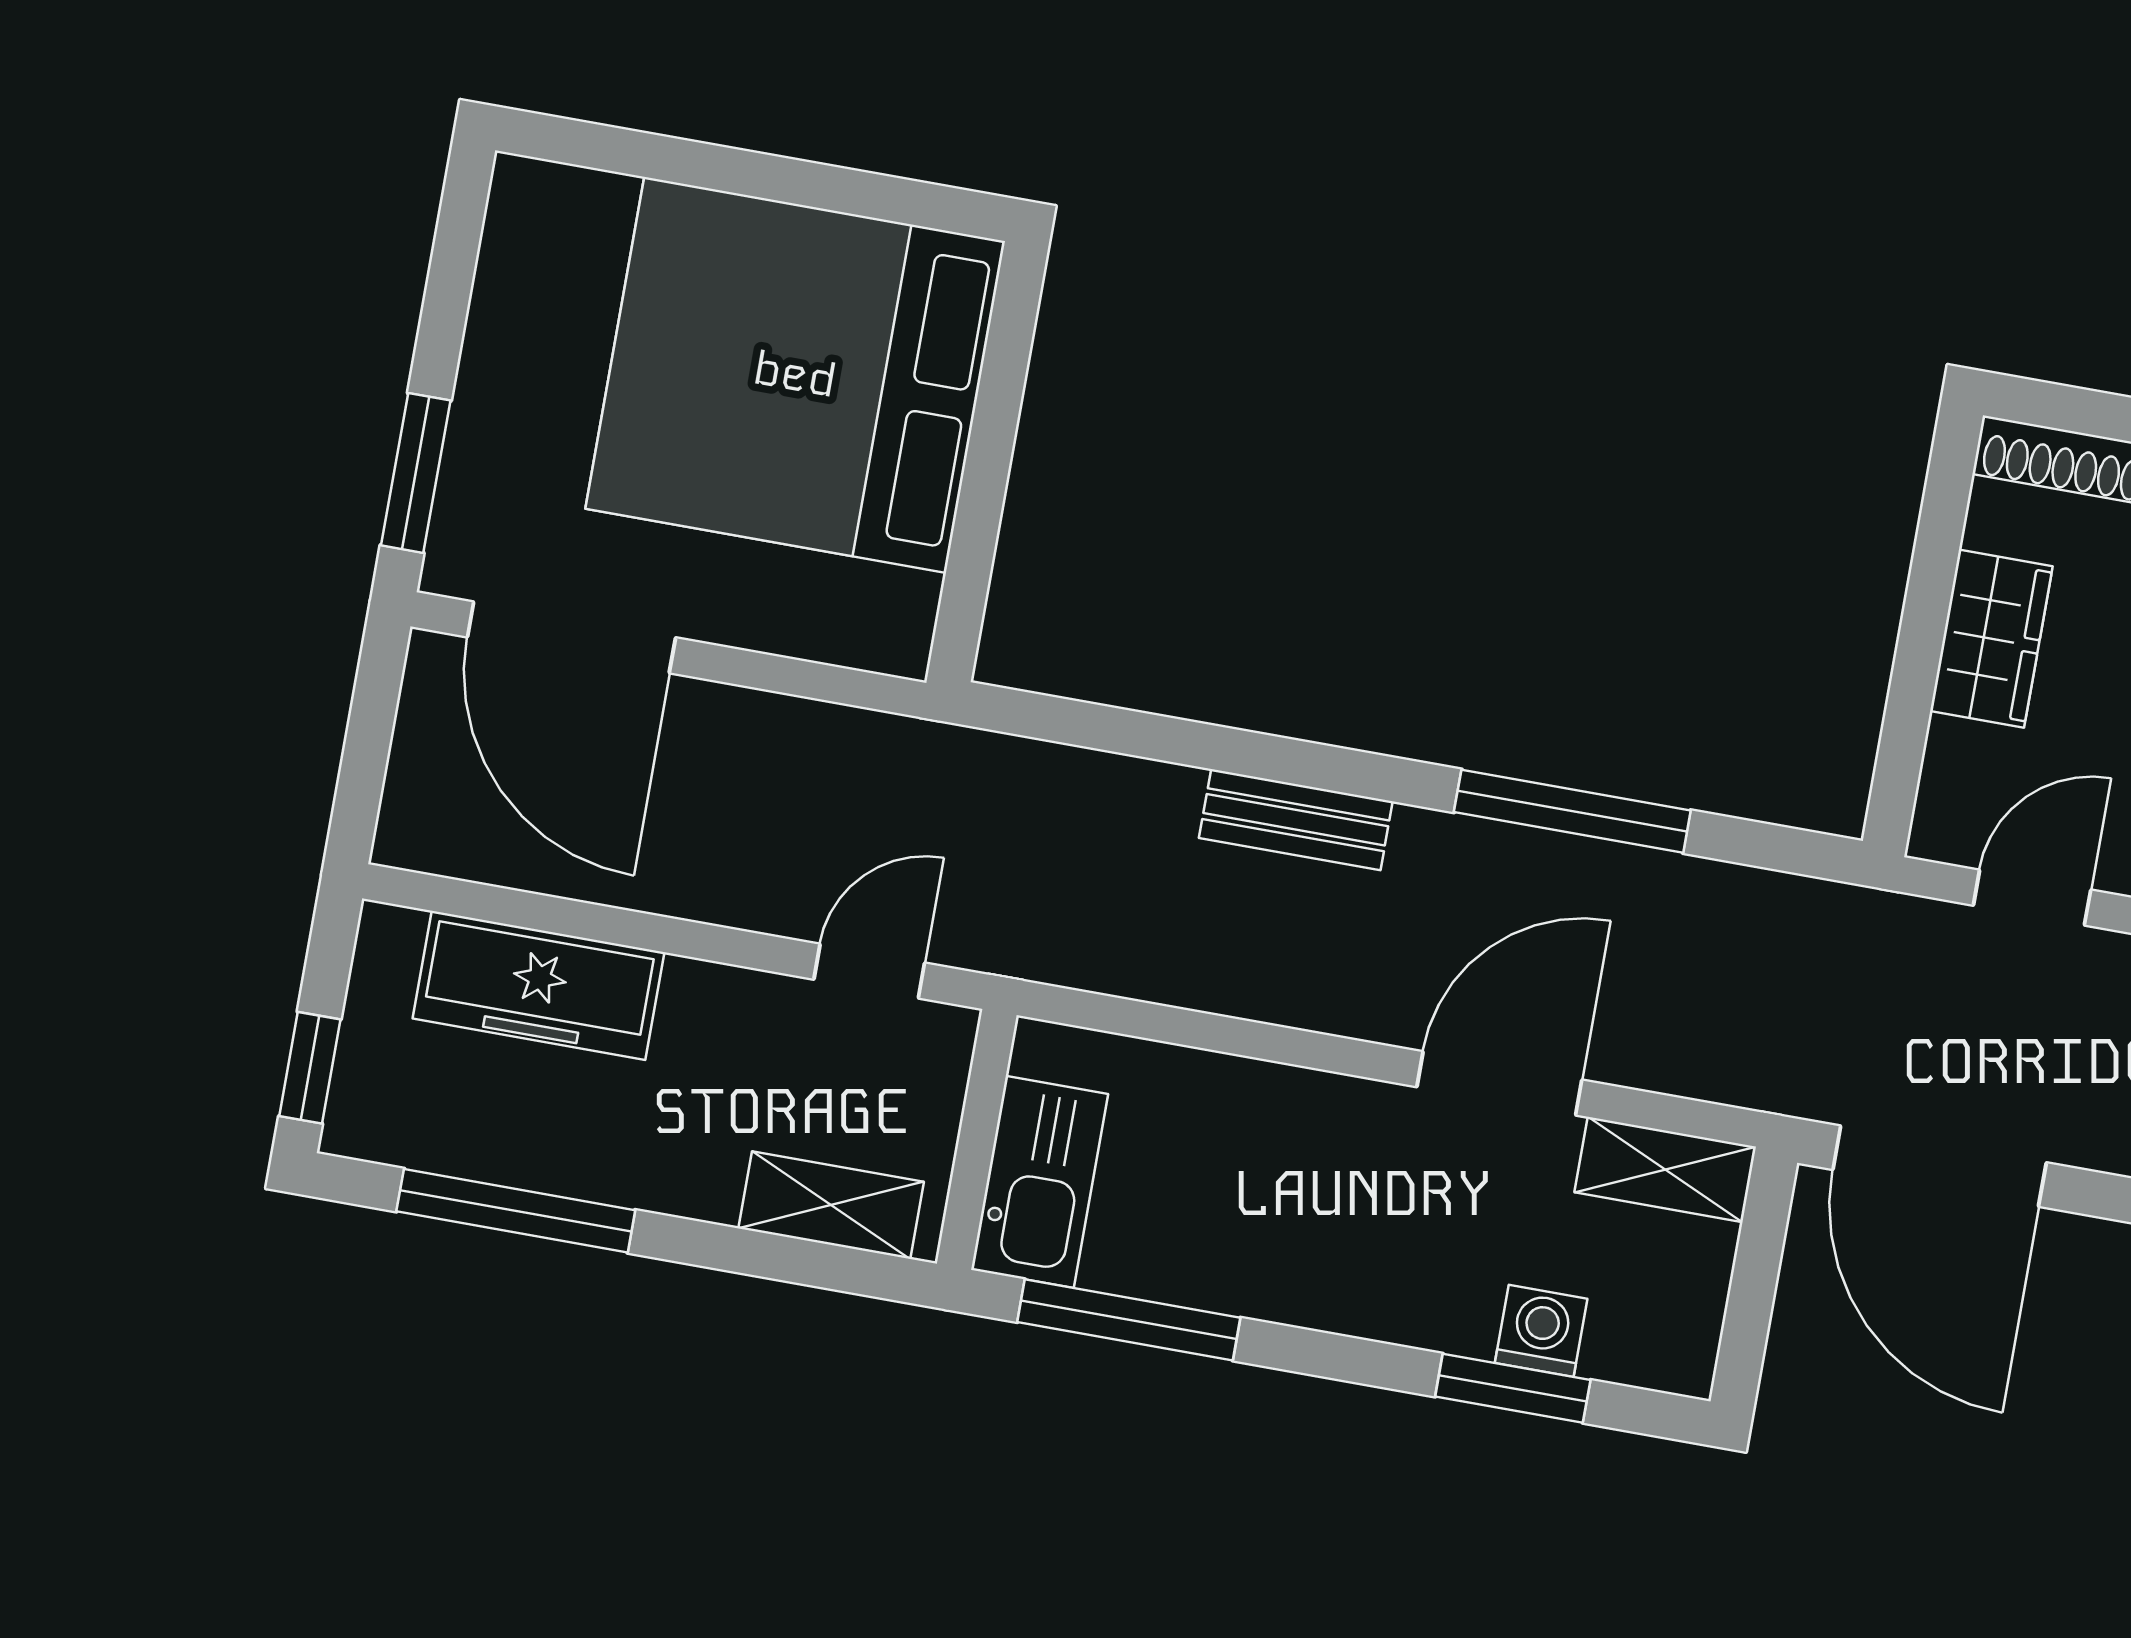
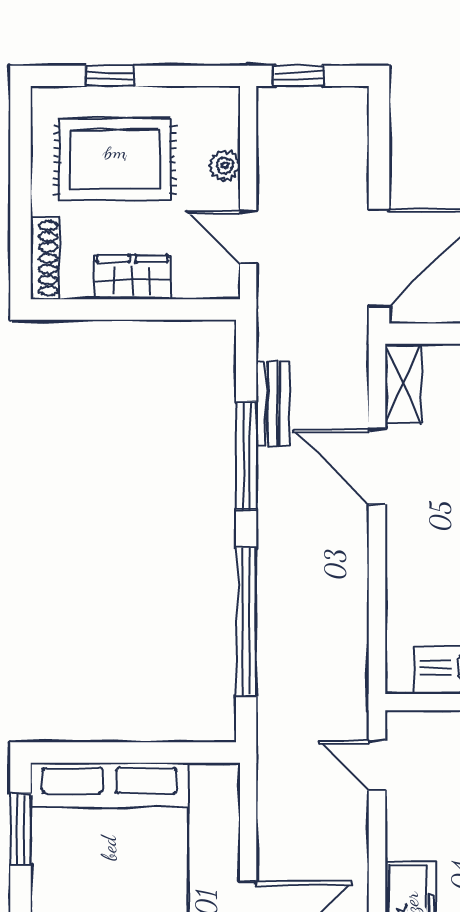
window: (868, 195) -> (21, 829), added
window: (1221, 749) -> (246, 622), added
bench: (1296, 820) -> (273, 404), moved

